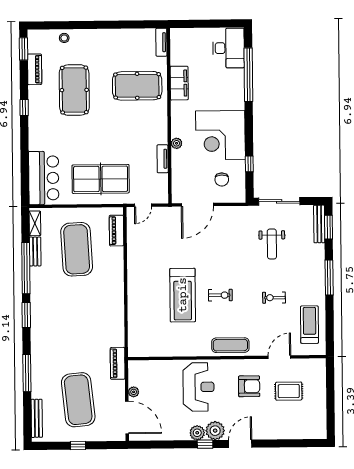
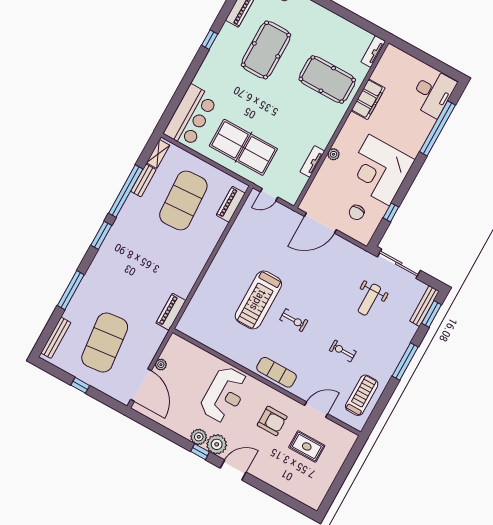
piano: (118, 363) -> (171, 312), moved

